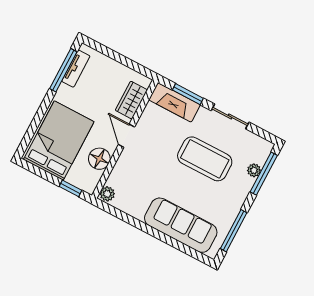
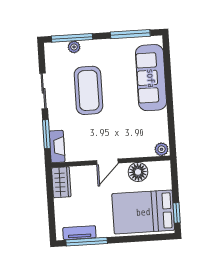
wardrobe: (131, 100) -> (61, 182), moved, turned -90
fireplace: (174, 102) -> (57, 147), width x0.73, depth x0.76
window: (71, 188) -> (177, 213), moved

